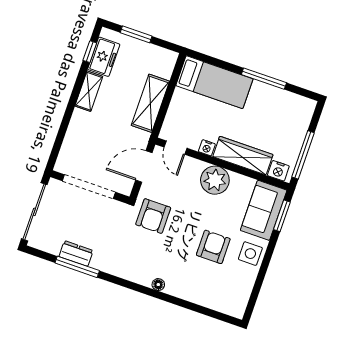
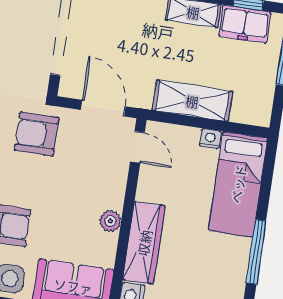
door: (176, 148) -> (137, 147), swing flipped
nightstand: (207, 148) -> (210, 139), moved, turned 90
plant: (215, 180) -> (110, 221), width x0.53, depth x0.53

